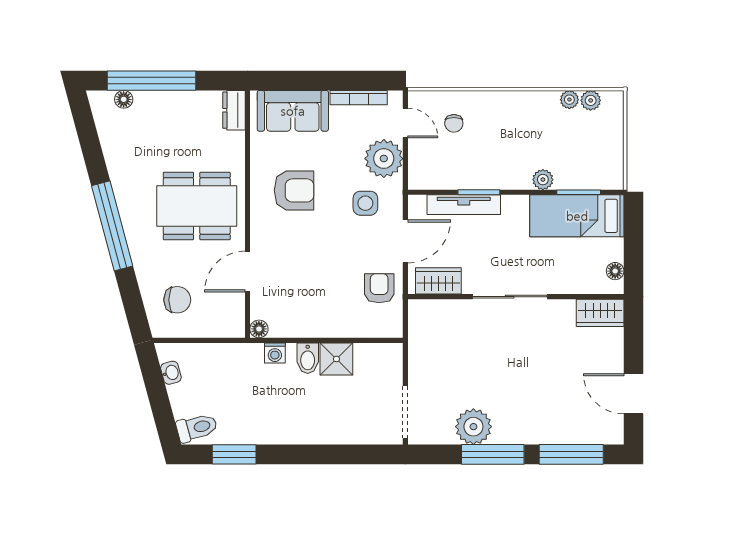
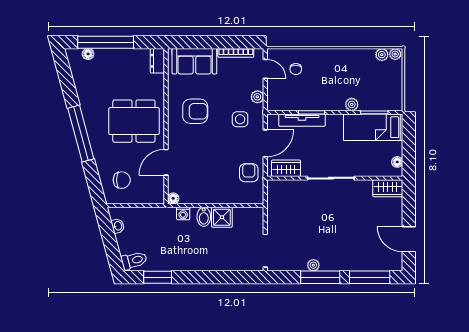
plant: (569, 100) -> (395, 54), moved
plant: (384, 159) -> (257, 97), width x0.53, depth x0.53
plant: (473, 427) -> (313, 265), width x0.53, depth x0.53

